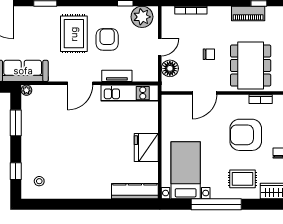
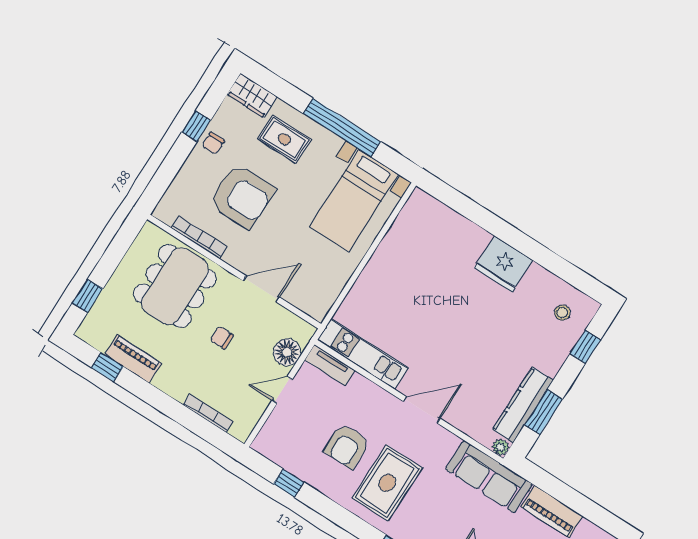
plant: (142, 17) -> (280, 446), removed
tv unit: (117, 76) -> (330, 365), moved
bookcase: (261, 99) -> (199, 237), width x1.56
fridge: (146, 148) -> (503, 264), moved, turned 90
kitchen counter: (135, 191) -> (523, 405), moved, turned 90

